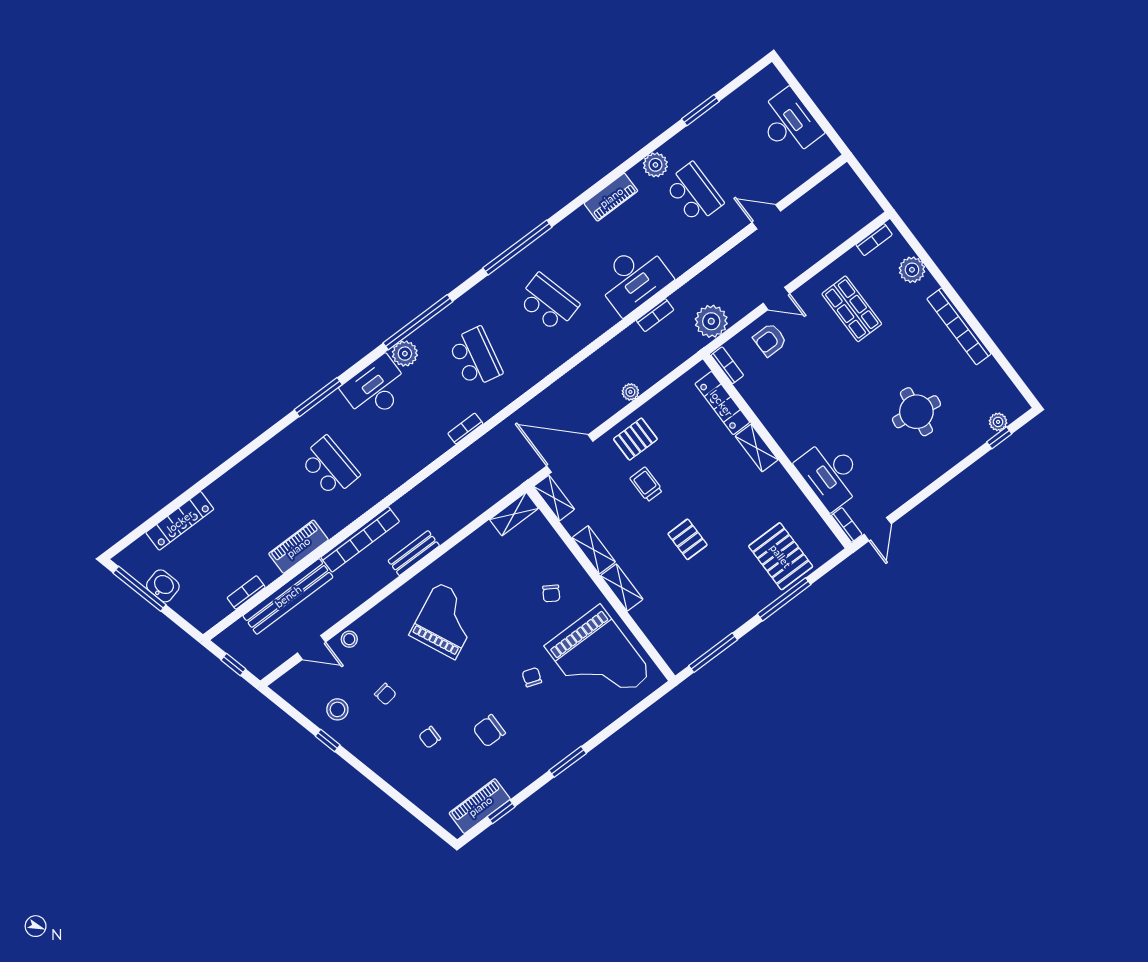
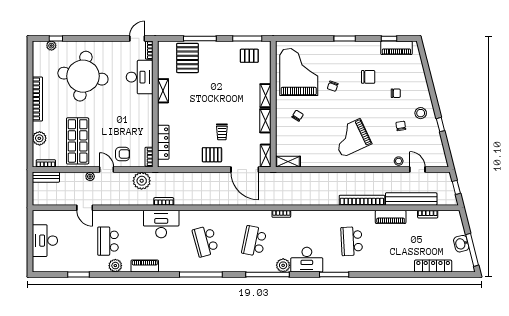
shop shelf: (852, 309) -> (78, 141), width x1.43, depth x1.36
plant: (630, 392) -> (90, 176), moved
round table: (916, 412) -> (83, 76), width x1.86, depth x1.86
shelving: (757, 448) -> (163, 91), moved
pallet: (688, 539) -> (249, 56), moved, turned 90
bench: (414, 553) -> (46, 177), moved
stool: (337, 709) -> (421, 113), moved

